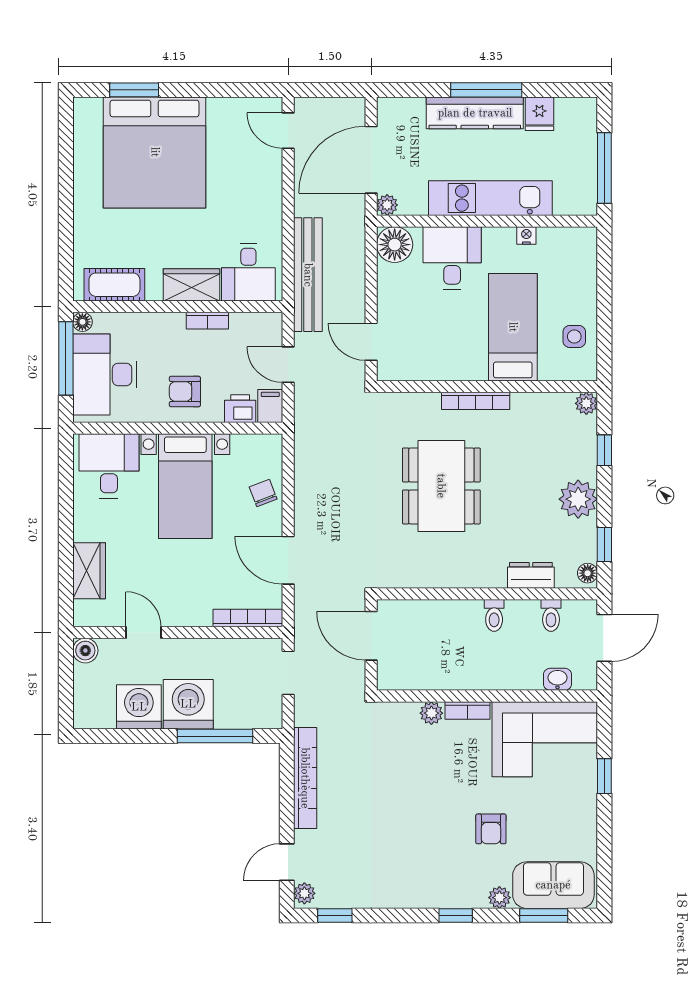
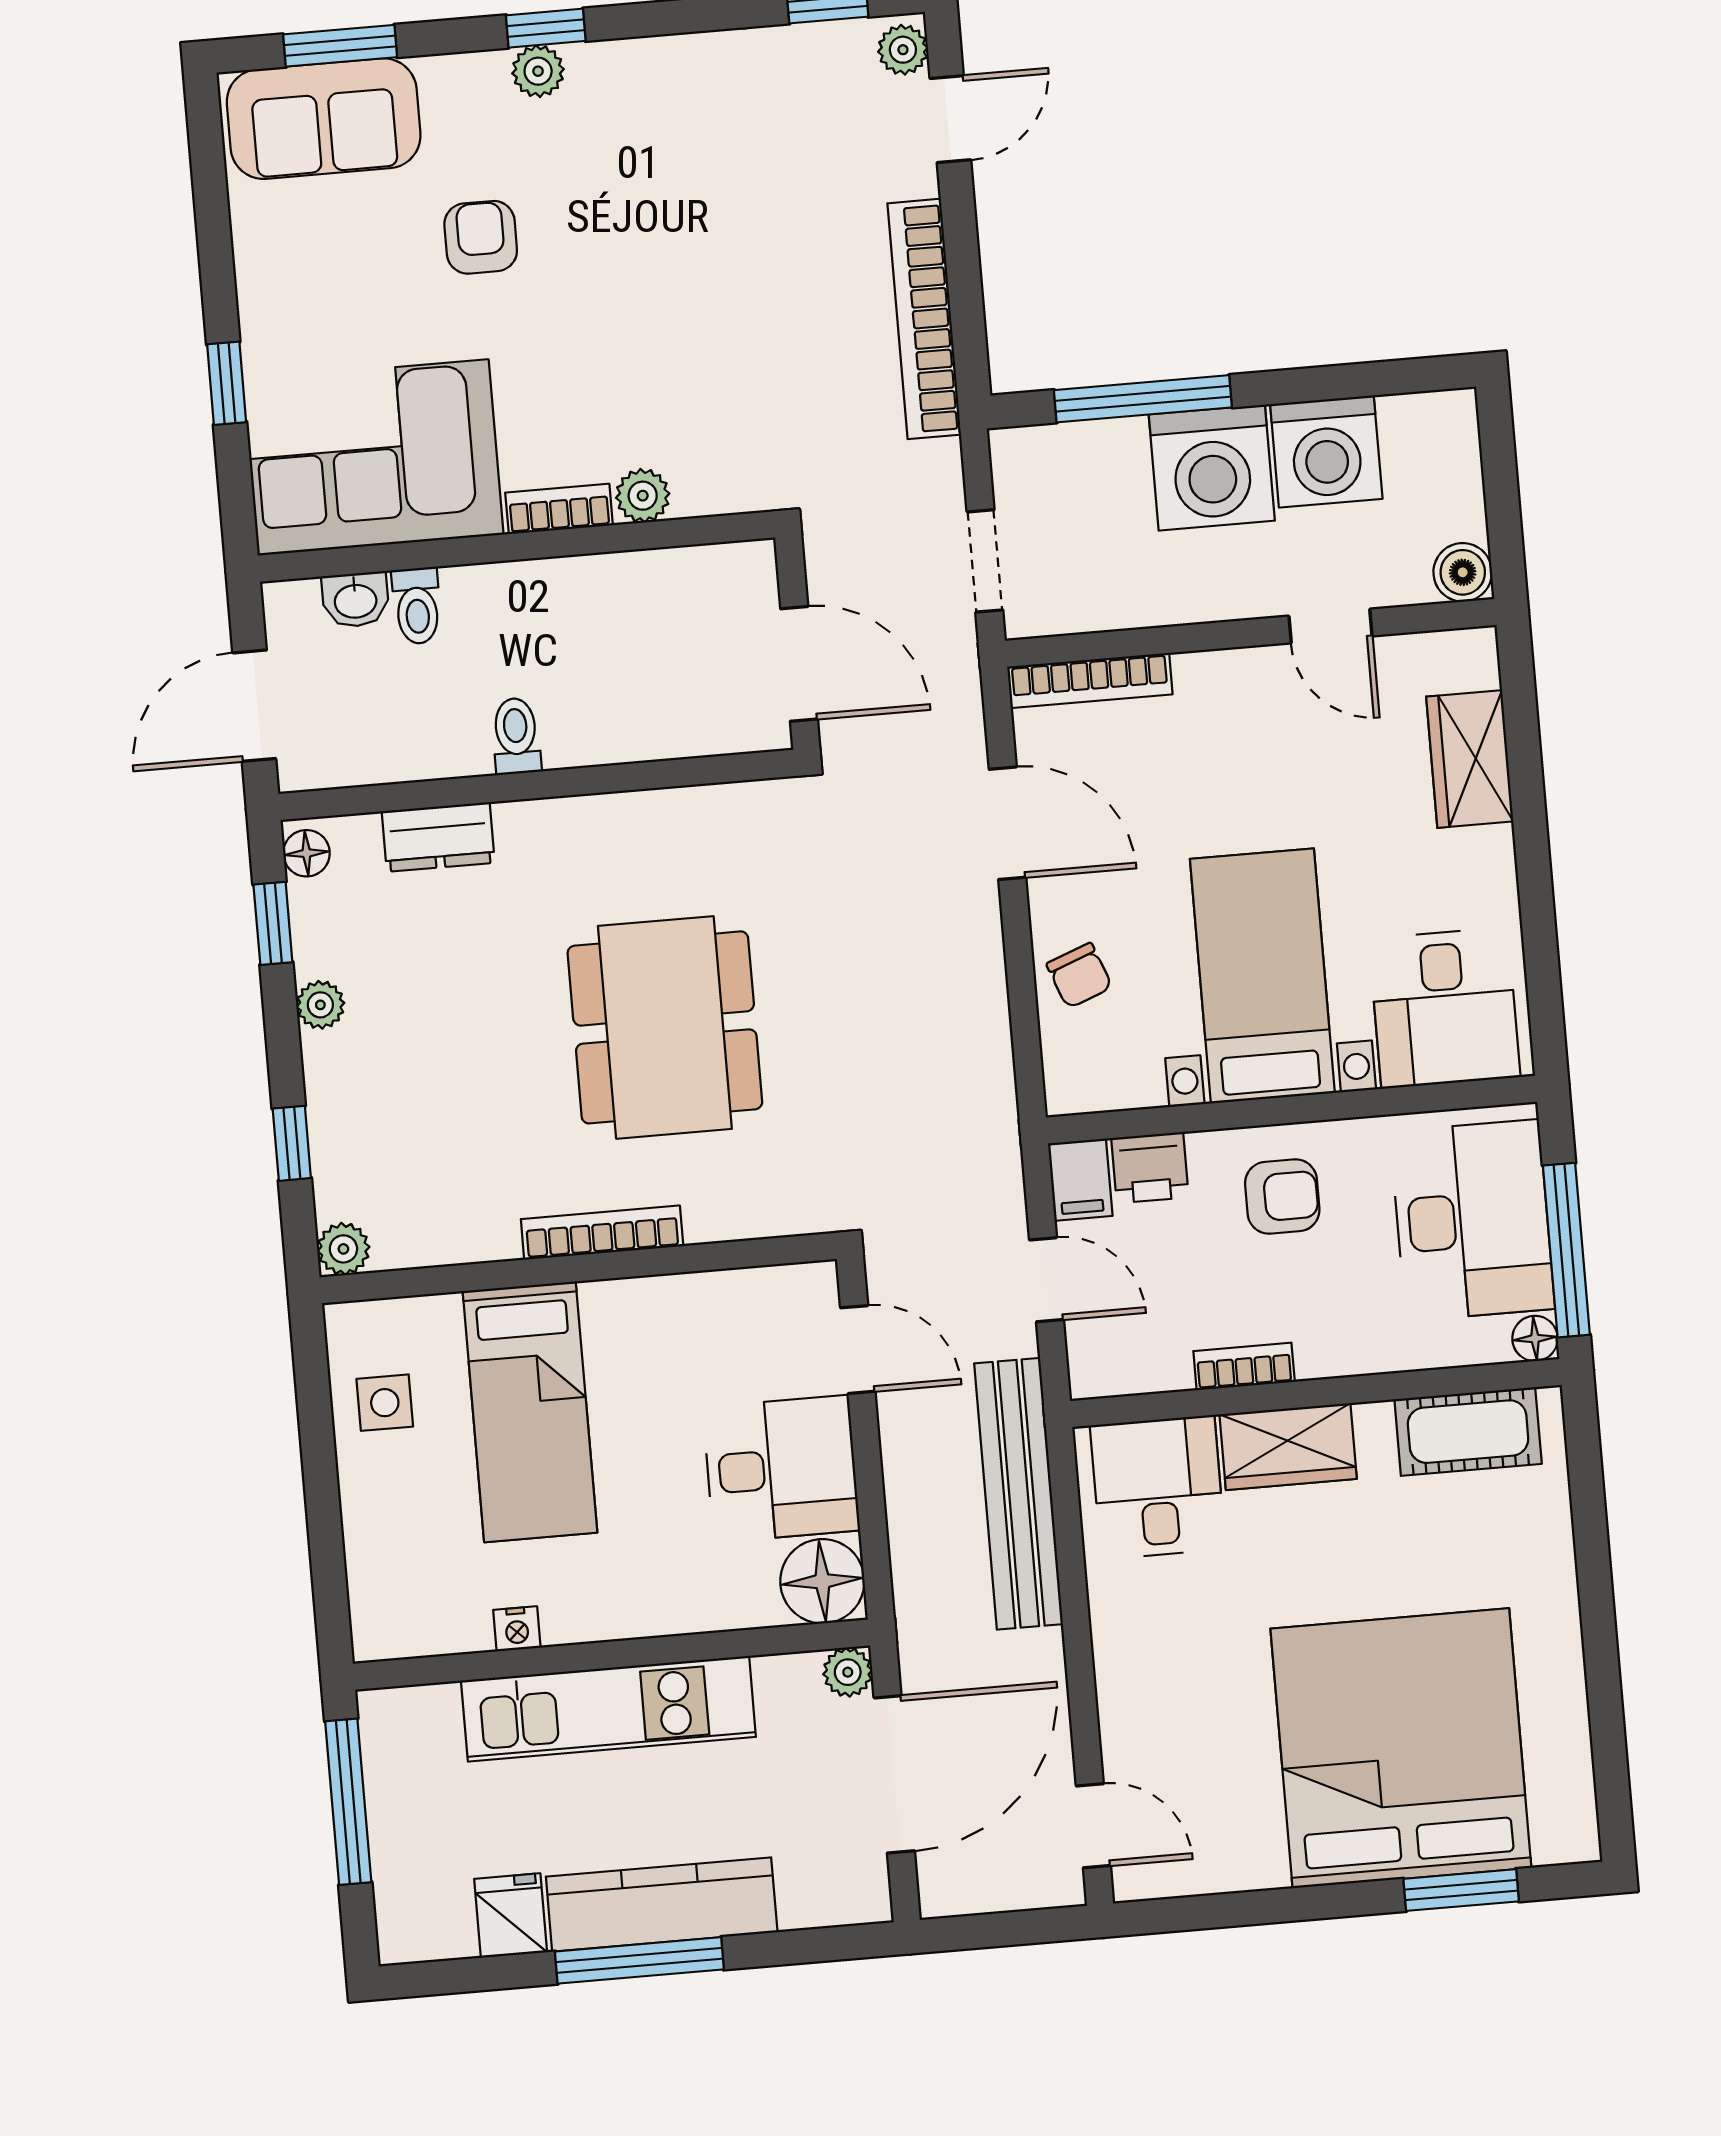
desk: (452, 258) -> (781, 1469), moved, turned -90
plant: (578, 499) -> (320, 1005), width x0.53, depth x0.53
toilet: (551, 615) -> (417, 606), moved, turned 180
plant: (499, 898) -> (538, 71), moved

